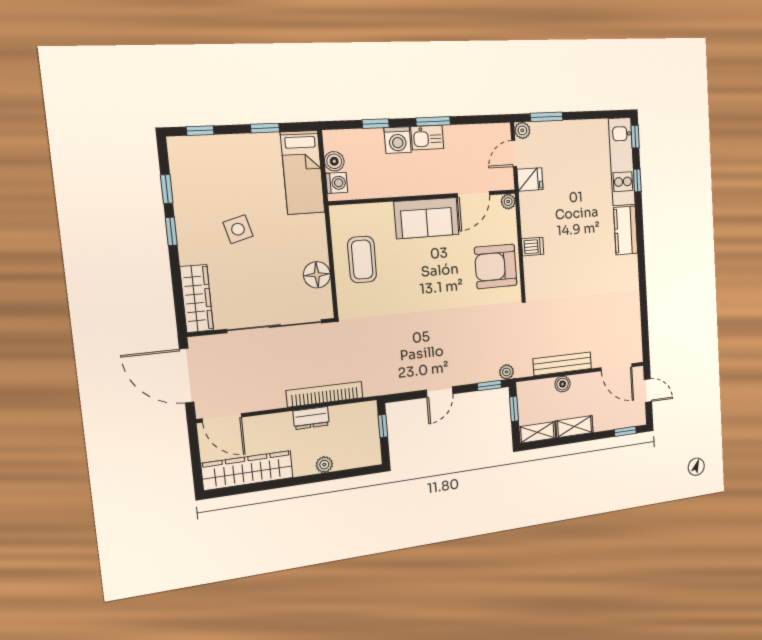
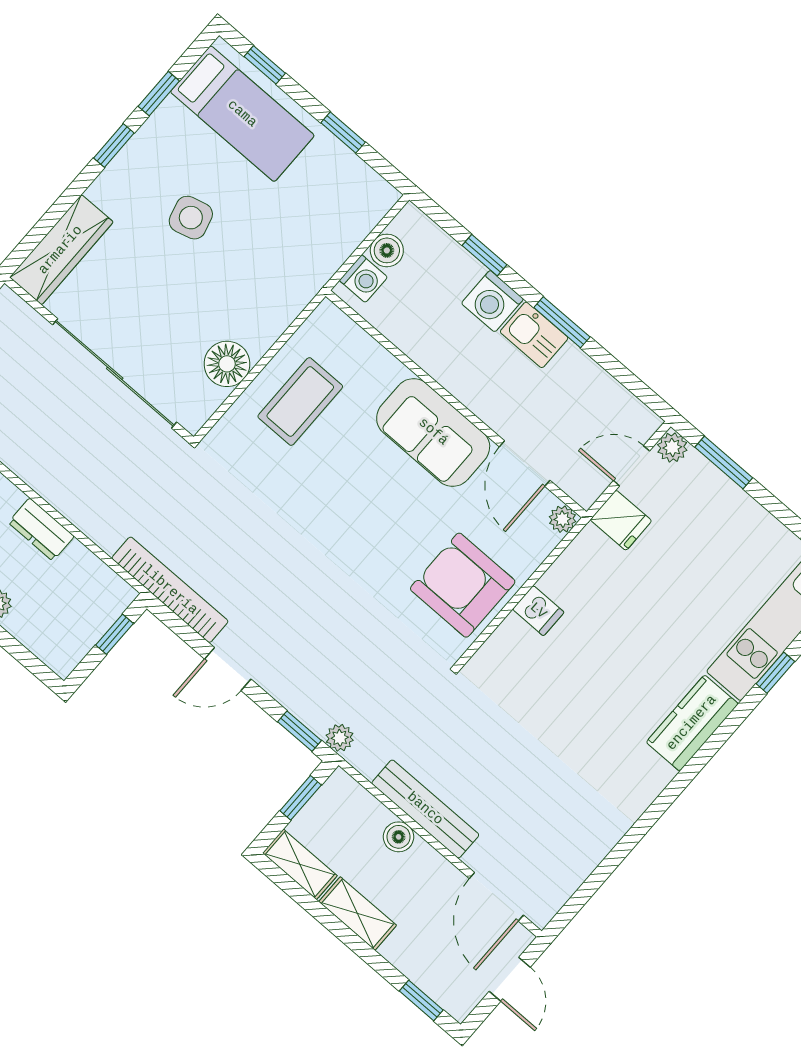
bed: (303, 172) -> (242, 114), moved, turned -90
door: (473, 194) -> (525, 463), hinge flipped
bookcase: (325, 394) -> (170, 590), moved

